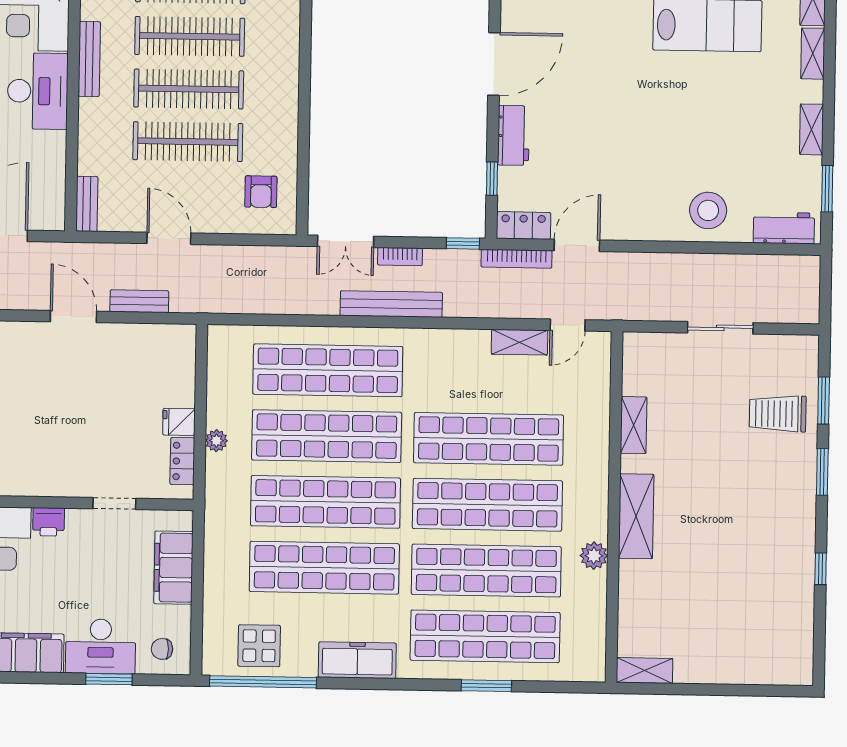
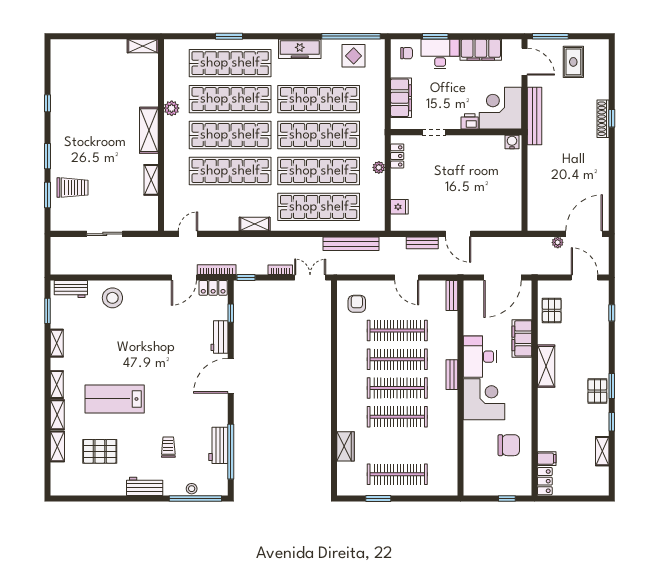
bench: (89, 59) -> (452, 375), width x0.73
bench: (391, 304) -> (351, 244), moved
shelving: (519, 342) -> (255, 224), moved
fridge: (179, 422) -> (399, 207), moved

